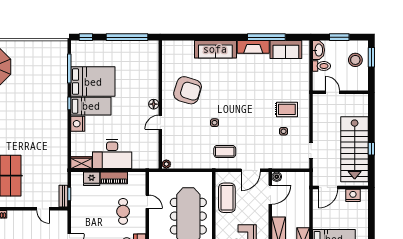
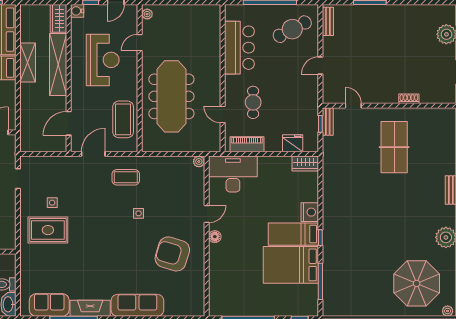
rug: (287, 109) -> (48, 230), width x1.36, depth x1.43
desk: (112, 154) -> (233, 174), moved
boiler: (277, 177) -> (61, 146), removed
piano: (114, 178) -> (247, 144), moved

